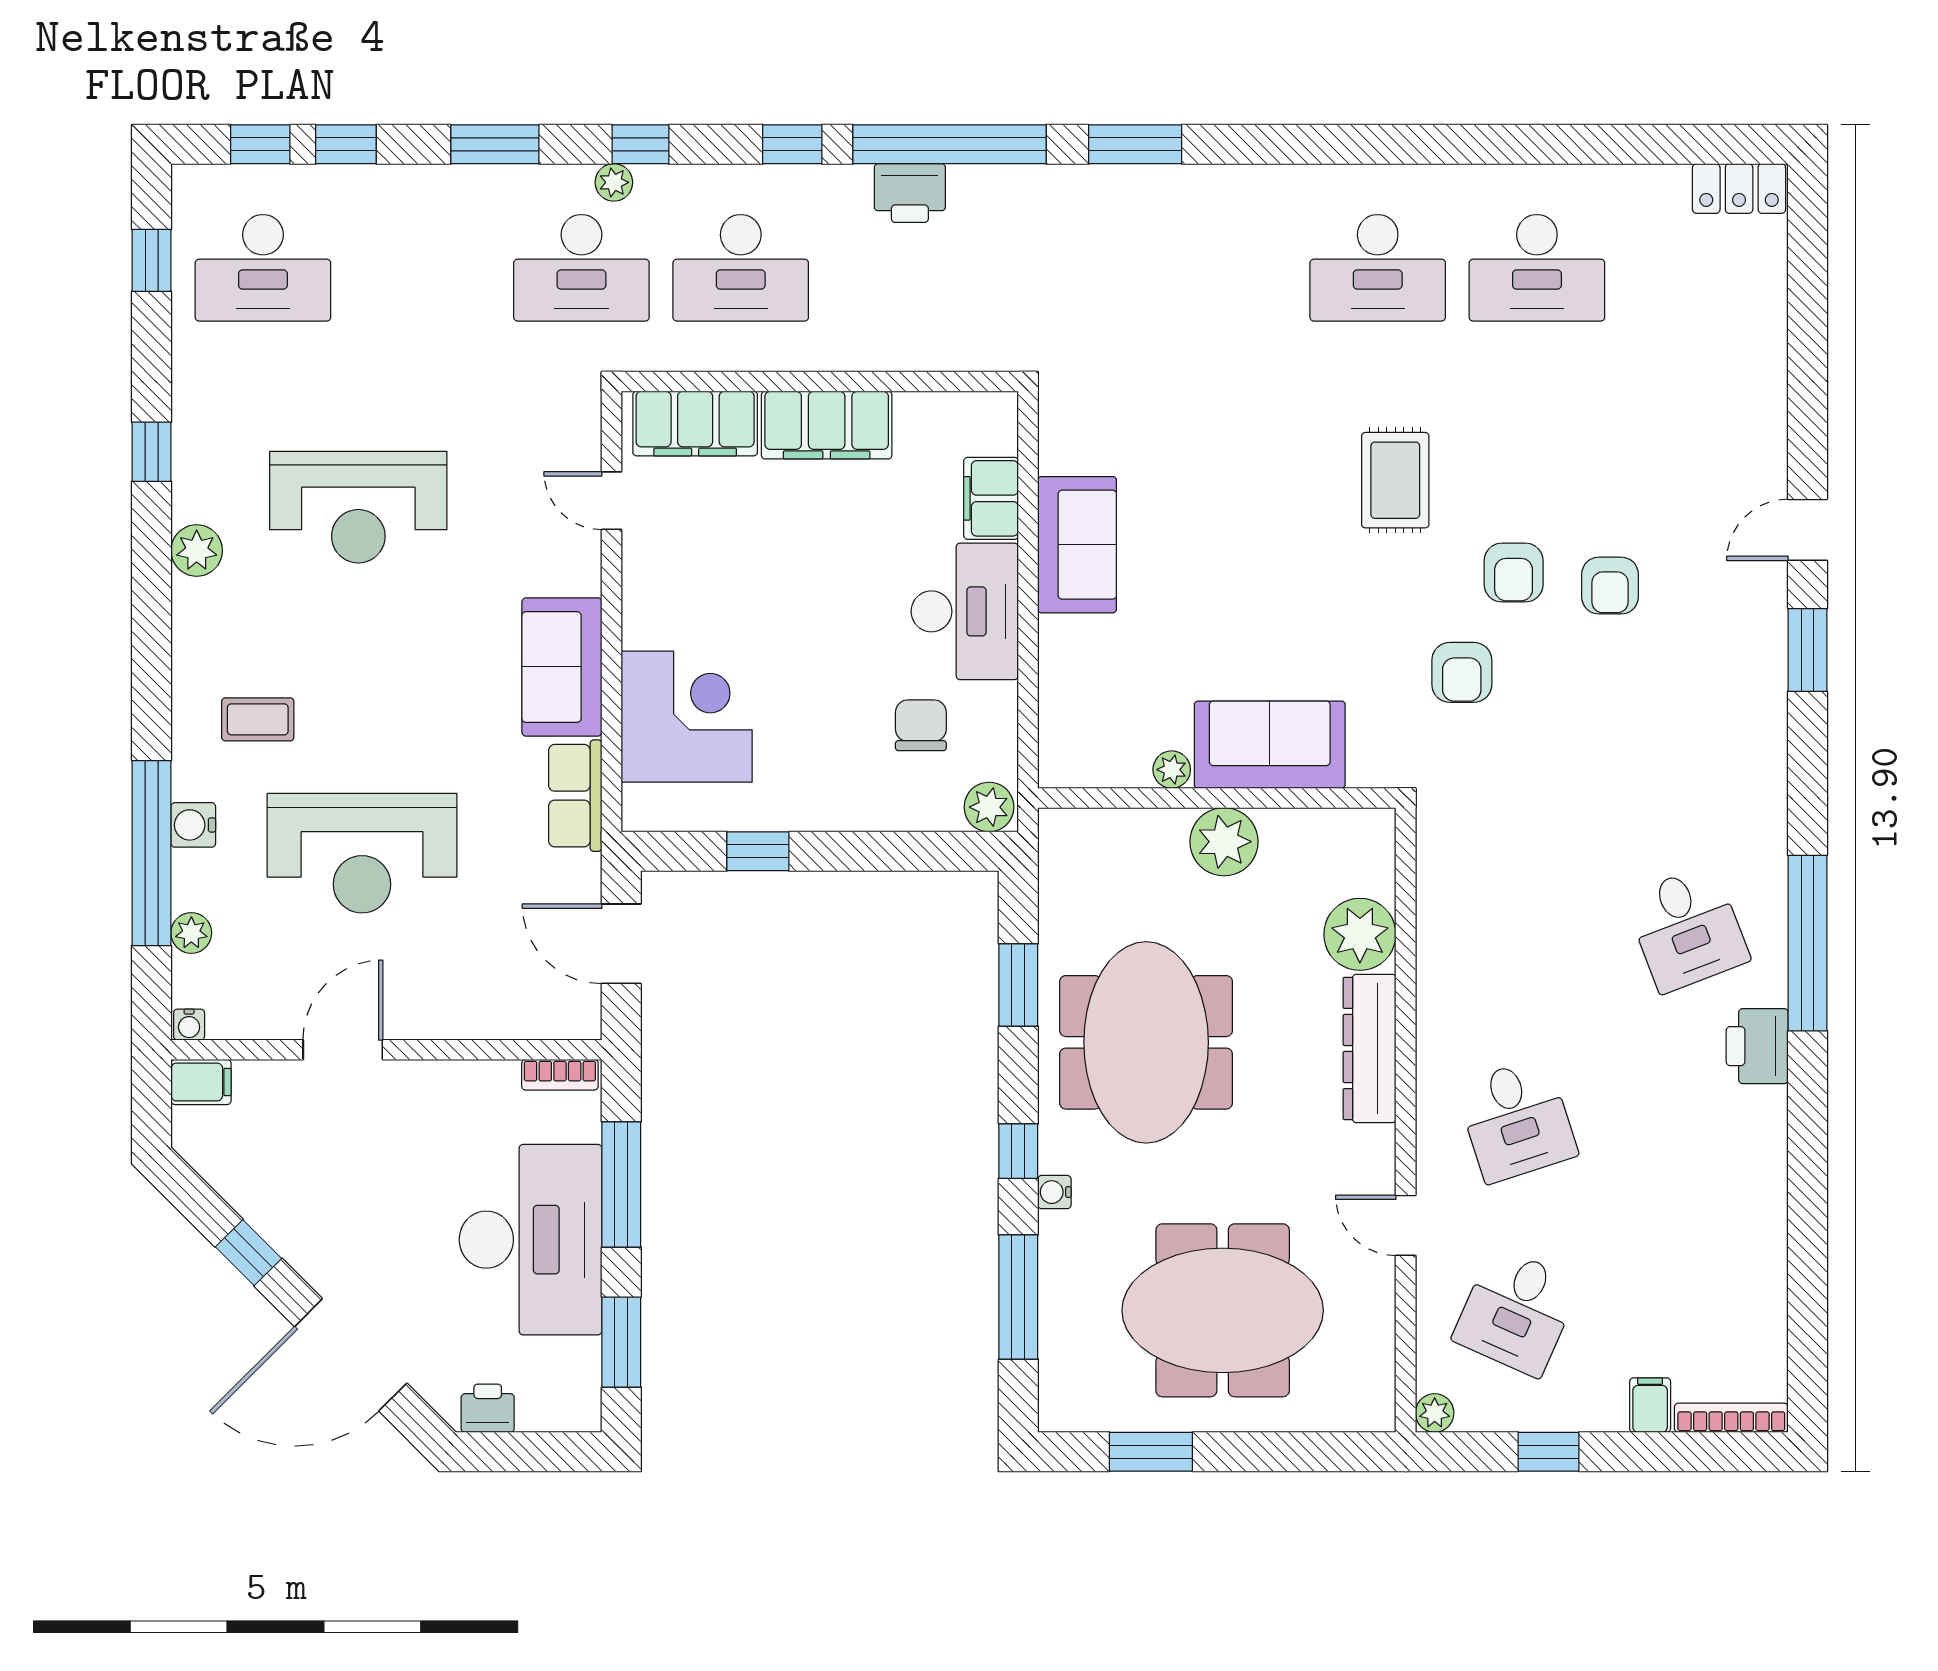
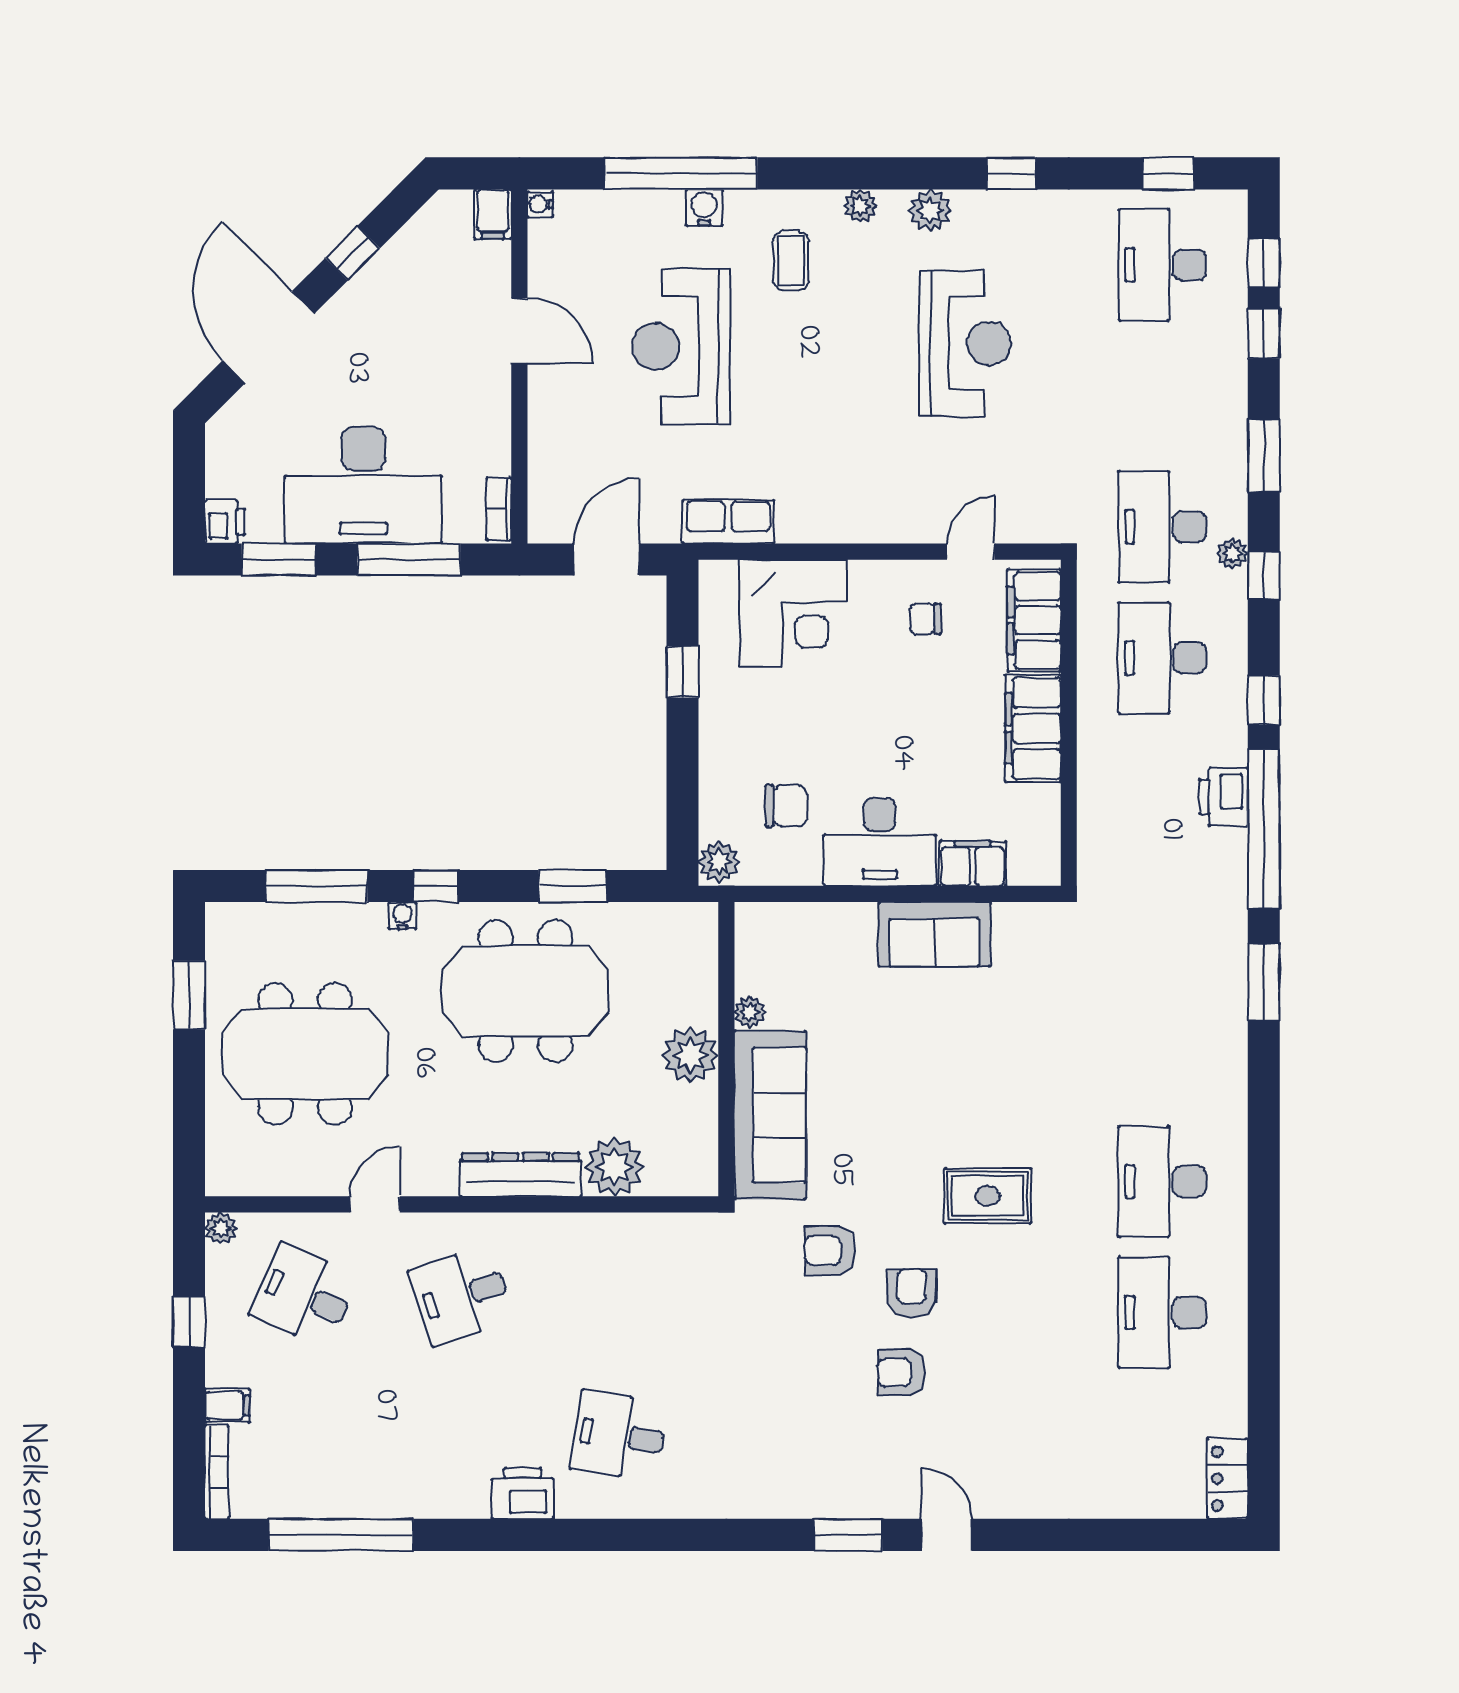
reception desk: (358, 507) -> (965, 343), turned 180
chair: (693, 556) -> (925, 619), added
armchair: (1514, 573) -> (912, 1293), turned 90
sofa: (562, 667) -> (834, 511), removed
sofa: (1270, 745) -> (770, 1115), width x1.36
desk: (1687, 929) -> (619, 1436), turned 30
plant: (191, 933) -> (860, 206), moved
window: (1808, 943) -> (341, 1535), moved
meeting table: (1223, 1310) -> (305, 1054), turned 90
printer: (488, 1408) -> (225, 522), moved

